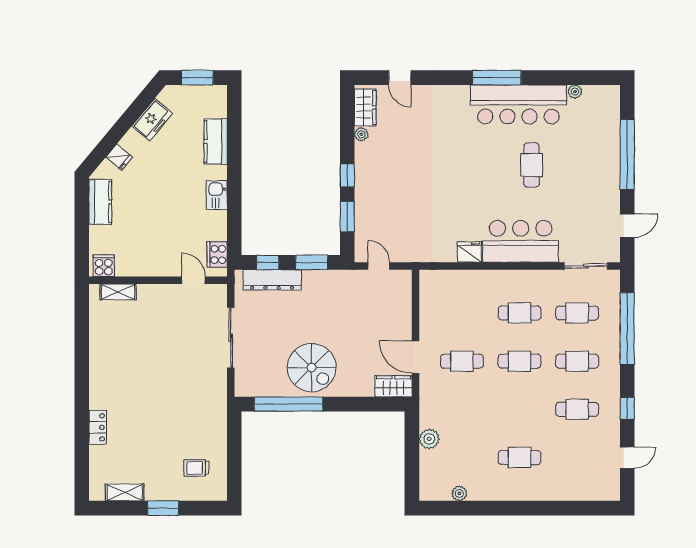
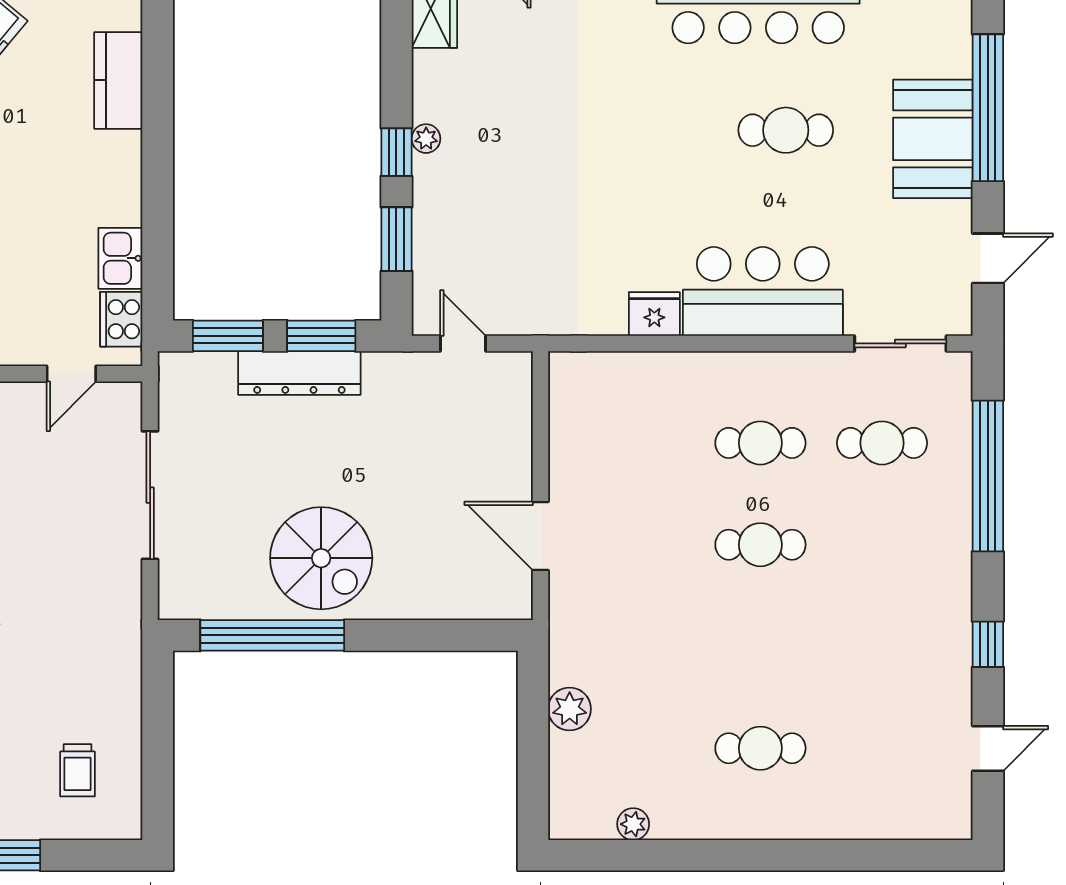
plant: (361, 134) -> (426, 139), moved
cafe table: (532, 165) -> (786, 130), turned 90
booth: (601, 169) -> (933, 139), added
kitchen sink: (217, 195) -> (120, 258), moved
window: (268, 262) -> (228, 336), width x1.50
door: (193, 280) -> (71, 374), swing flipped
dresser: (272, 280) -> (299, 373), moved
cafe table: (462, 361) -> (639, 545), removed
cafe table: (577, 361) -> (882, 545), removed
wardrobe: (393, 386) -> (494, 598), removed
cafe table: (577, 409) -> (882, 646), removed
trolley: (196, 468) -> (77, 770), turned -90

